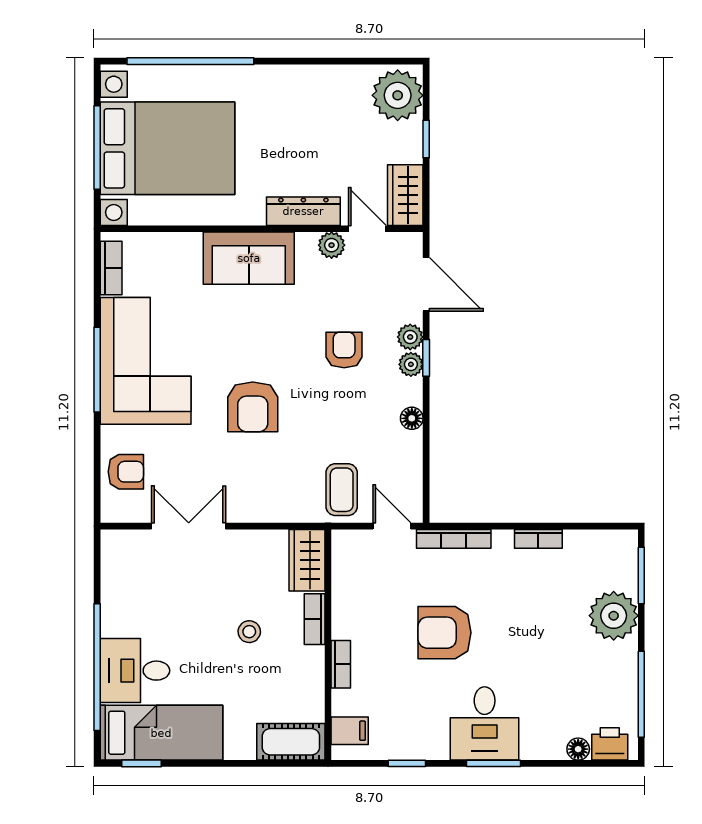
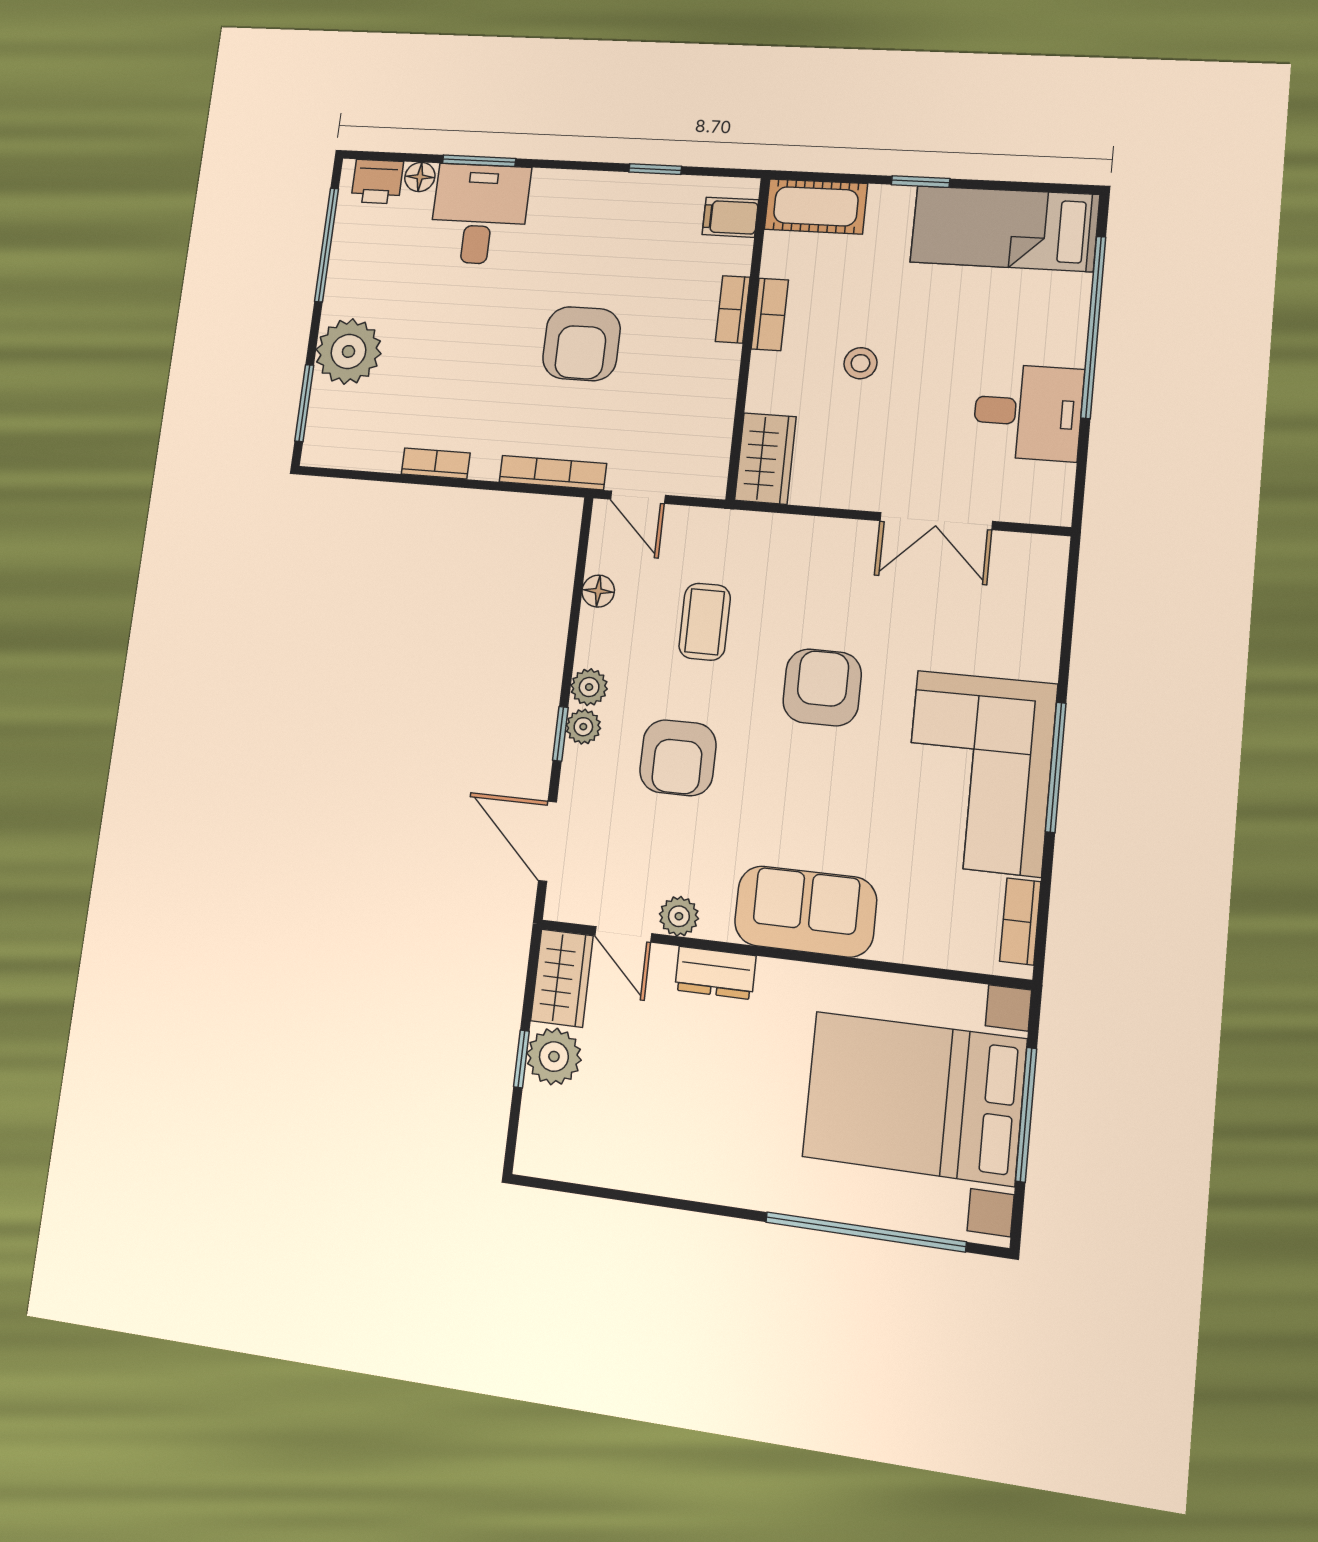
plant: (398, 95) -> (554, 1057), moved, width x0.73, depth x0.73
dresser: (303, 211) -> (715, 973), width x0.70
plant: (410, 337) -> (589, 687), moved
armchair: (344, 350) -> (678, 758), width x1.38, depth x1.38
floor lamp: (412, 418) -> (598, 591), moved
armchair: (126, 472) -> (1024, 609), removed
coffee table: (342, 490) -> (705, 622), moved
bookcase: (315, 619) -> (770, 314), moved
armchair: (444, 633) -> (581, 344), turned 90
desk: (135, 671) -> (1028, 412), moved
desk: (485, 723) -> (479, 214), moved
window: (141, 763) -> (921, 182), moved
window: (494, 763) -> (479, 161), moved

